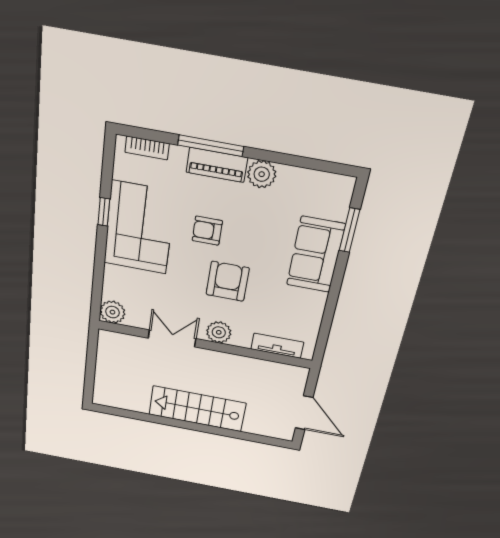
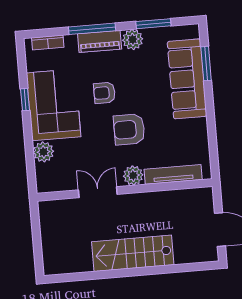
window: (296, 161) -> (153, 24), added
sofa: (316, 255) -> (187, 79), width x1.36
armchair: (228, 281) -> (129, 129), turned -90
plant: (112, 312) -> (43, 152), moved
tv unit: (277, 346) -> (173, 174), width x1.41

